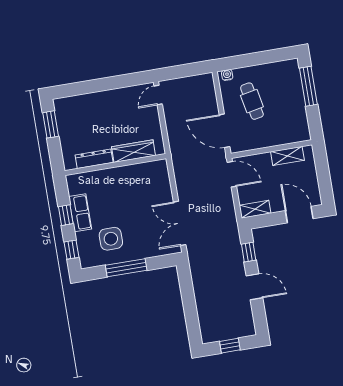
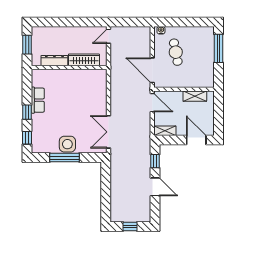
wardrobe: (134, 151) -> (84, 60), moved
dresser: (94, 159) -> (54, 61), moved
wall: (115, 165) -> (69, 67), moved
row of seats: (80, 213) -> (38, 100), moved
side table: (111, 239) -> (67, 144), moved

